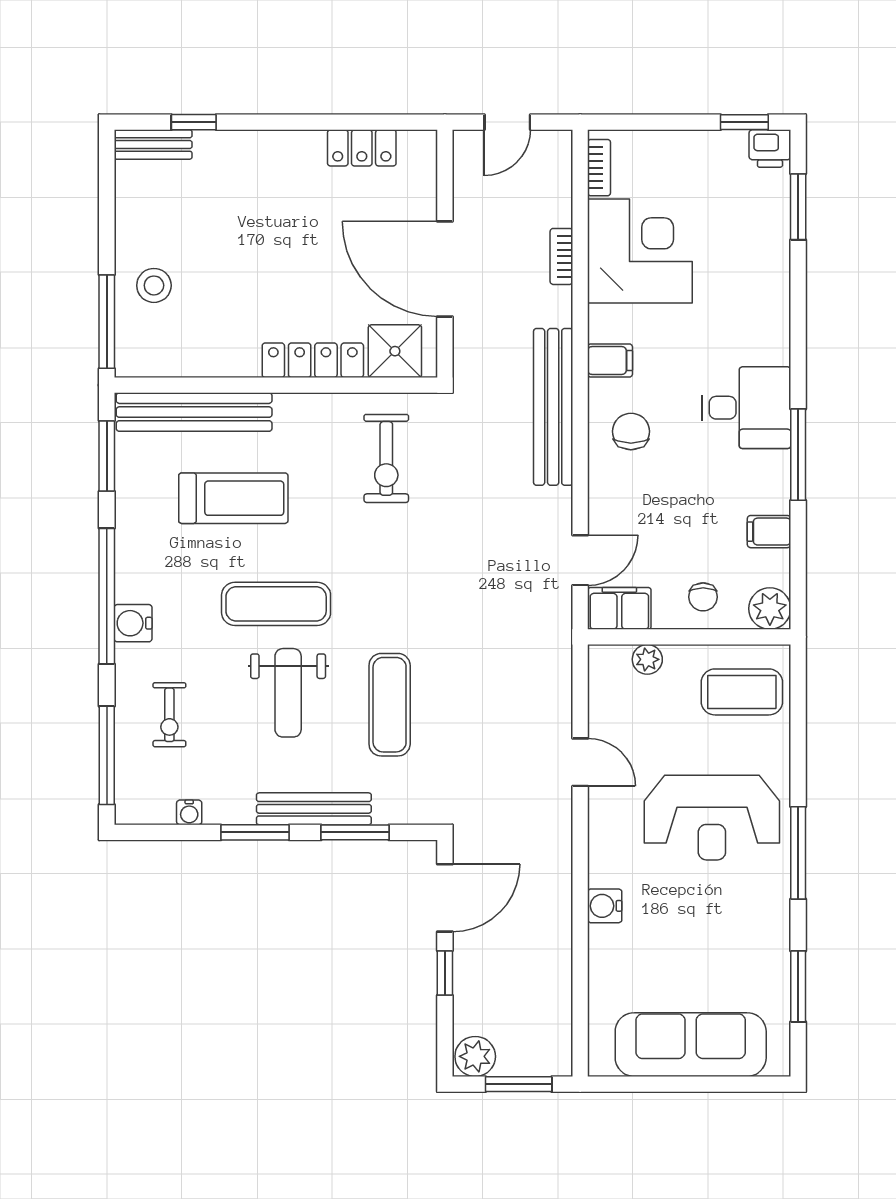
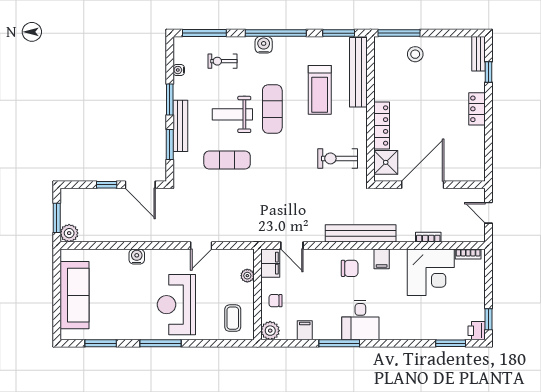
locker: (362, 148) -> (477, 109), moved
coffee table: (742, 692) -> (233, 318), width x0.73, depth x0.77
plant: (475, 1056) -> (69, 233), moved

